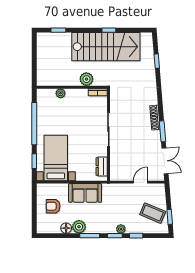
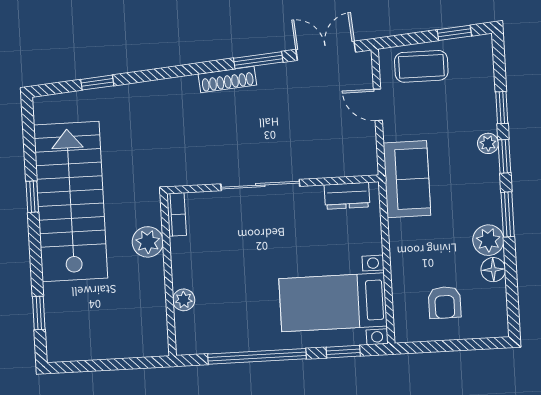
sofa: (85, 193) -> (407, 179), moved
coffee table: (153, 213) -> (421, 66), moved, turned 67

